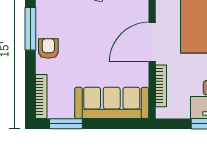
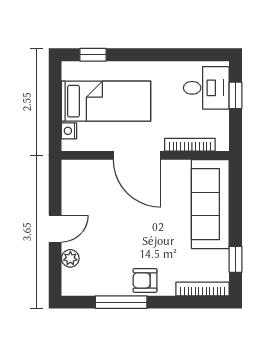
window: (66, 124) -> (236, 259), width x0.67

